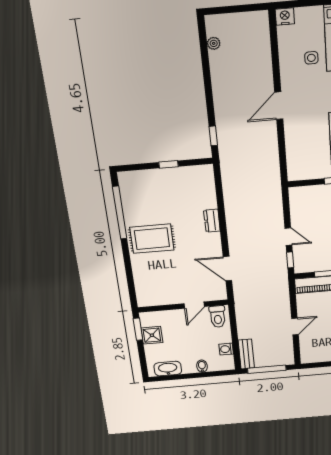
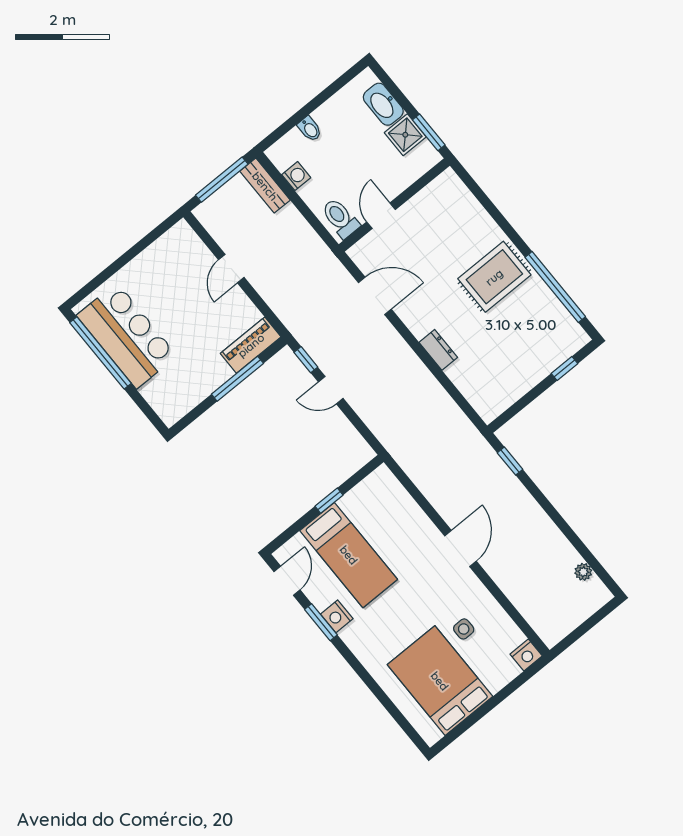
window: (168, 164) -> (564, 368), moved
washbasin: (168, 369) -> (383, 104), moved, turned 90

